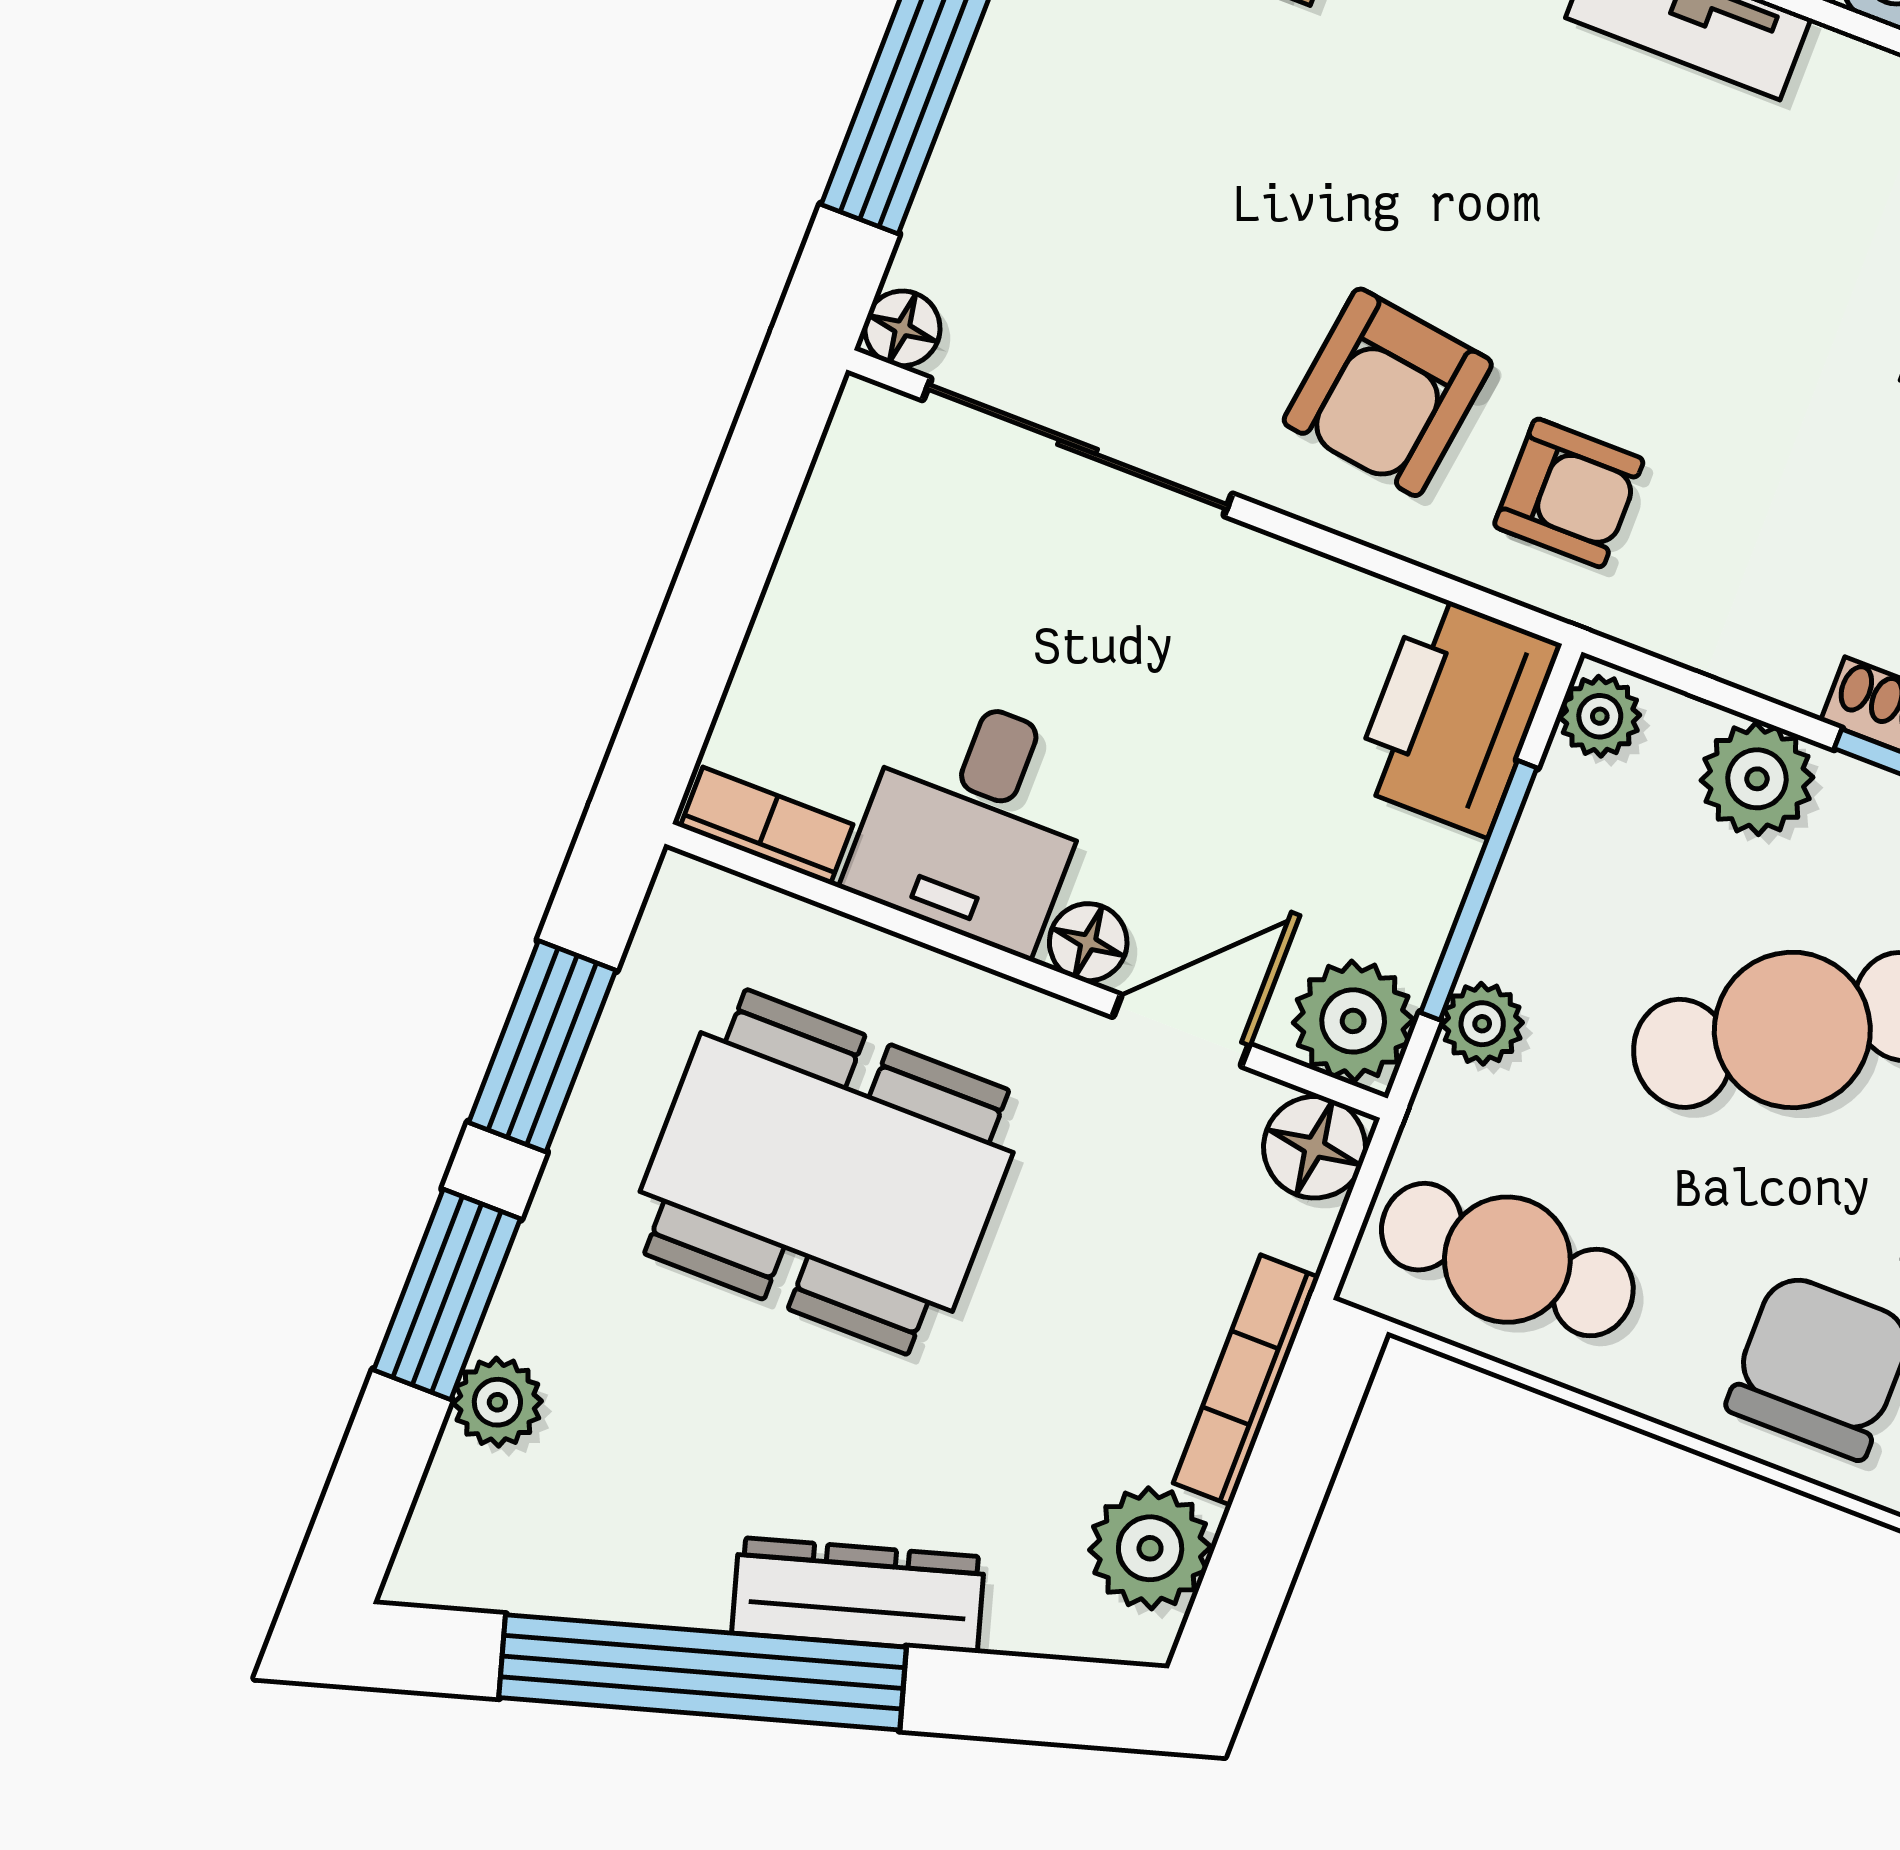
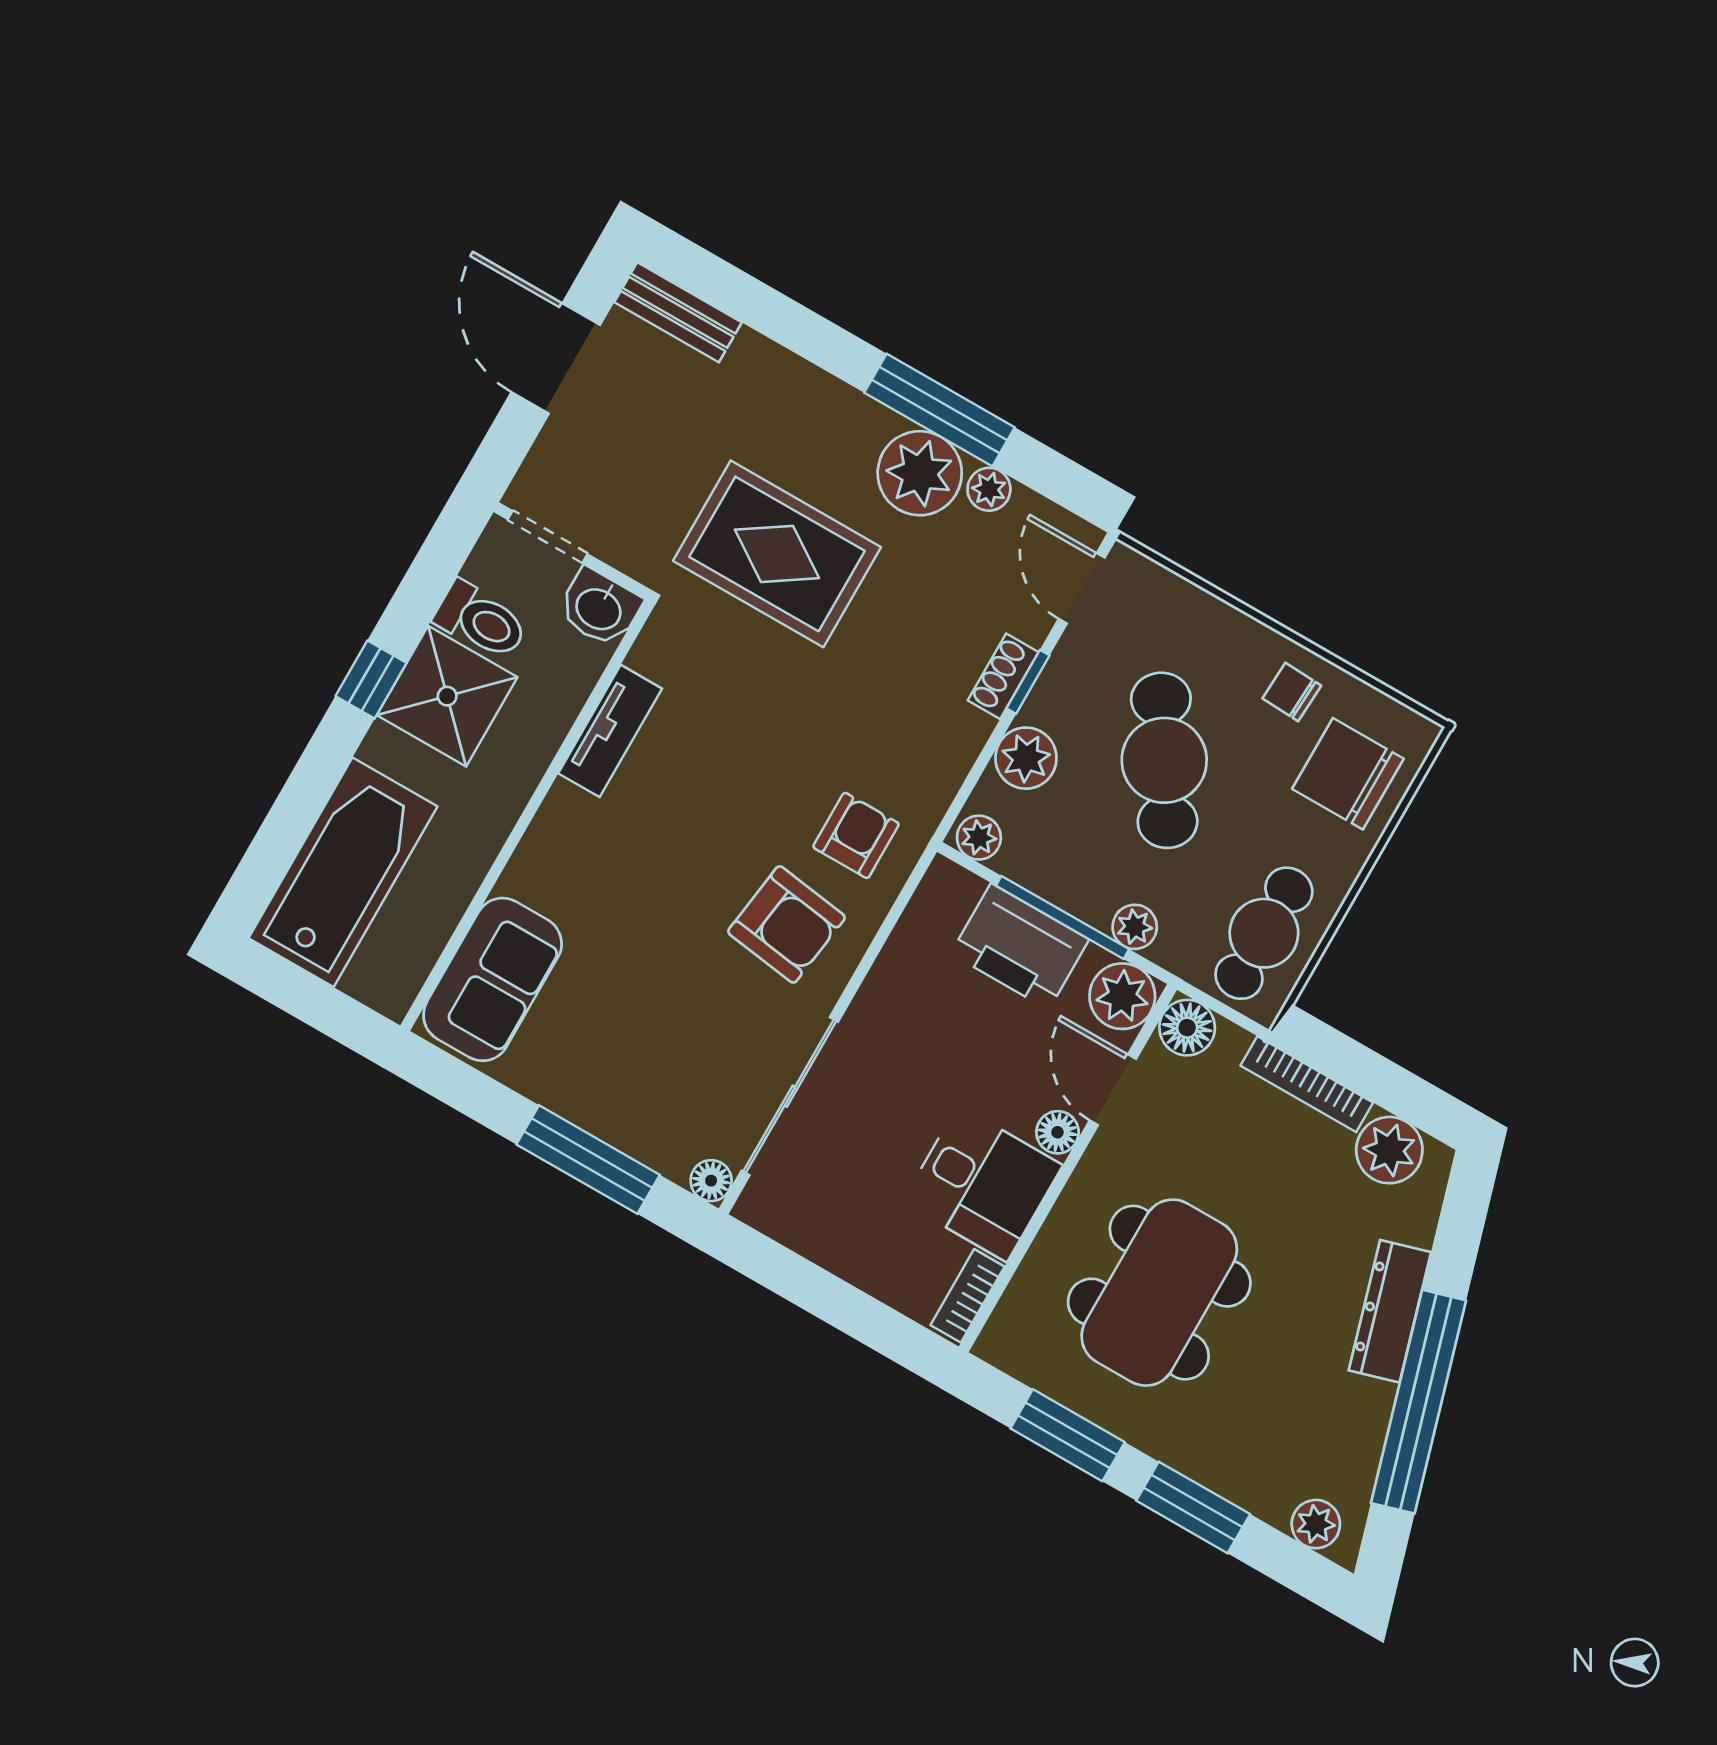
printer: (1455, 715) -> (1020, 946), moved
plant: (497, 1402) -> (1316, 1524), moved

